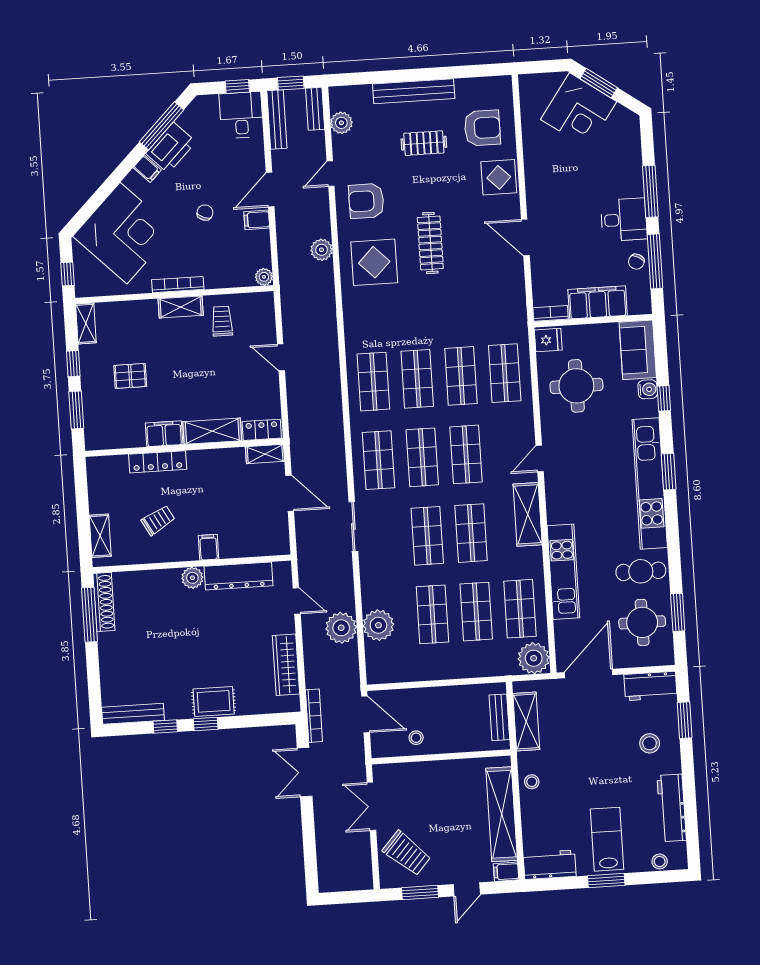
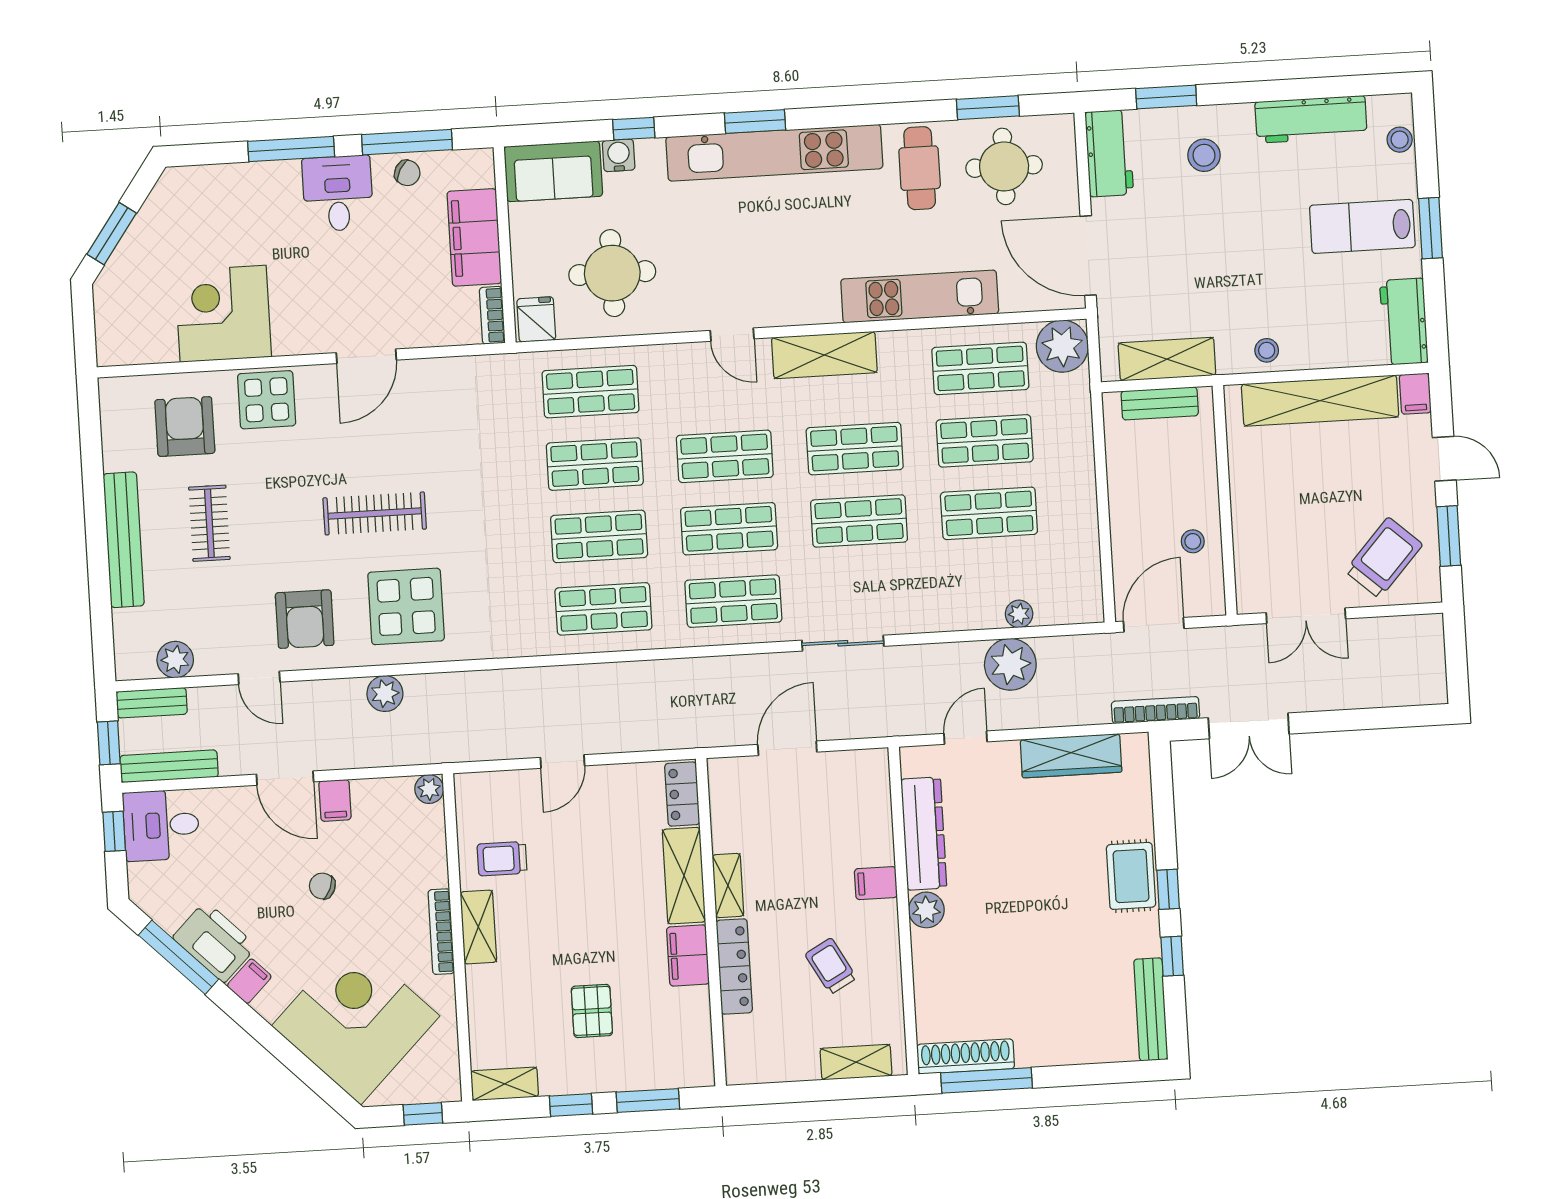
corner desk: (579, 111) -> (223, 314), moved, turned -125
shelving: (265, 454) -> (728, 885), moved
plant: (378, 625) -> (1019, 614), width x0.53, depth x0.53

